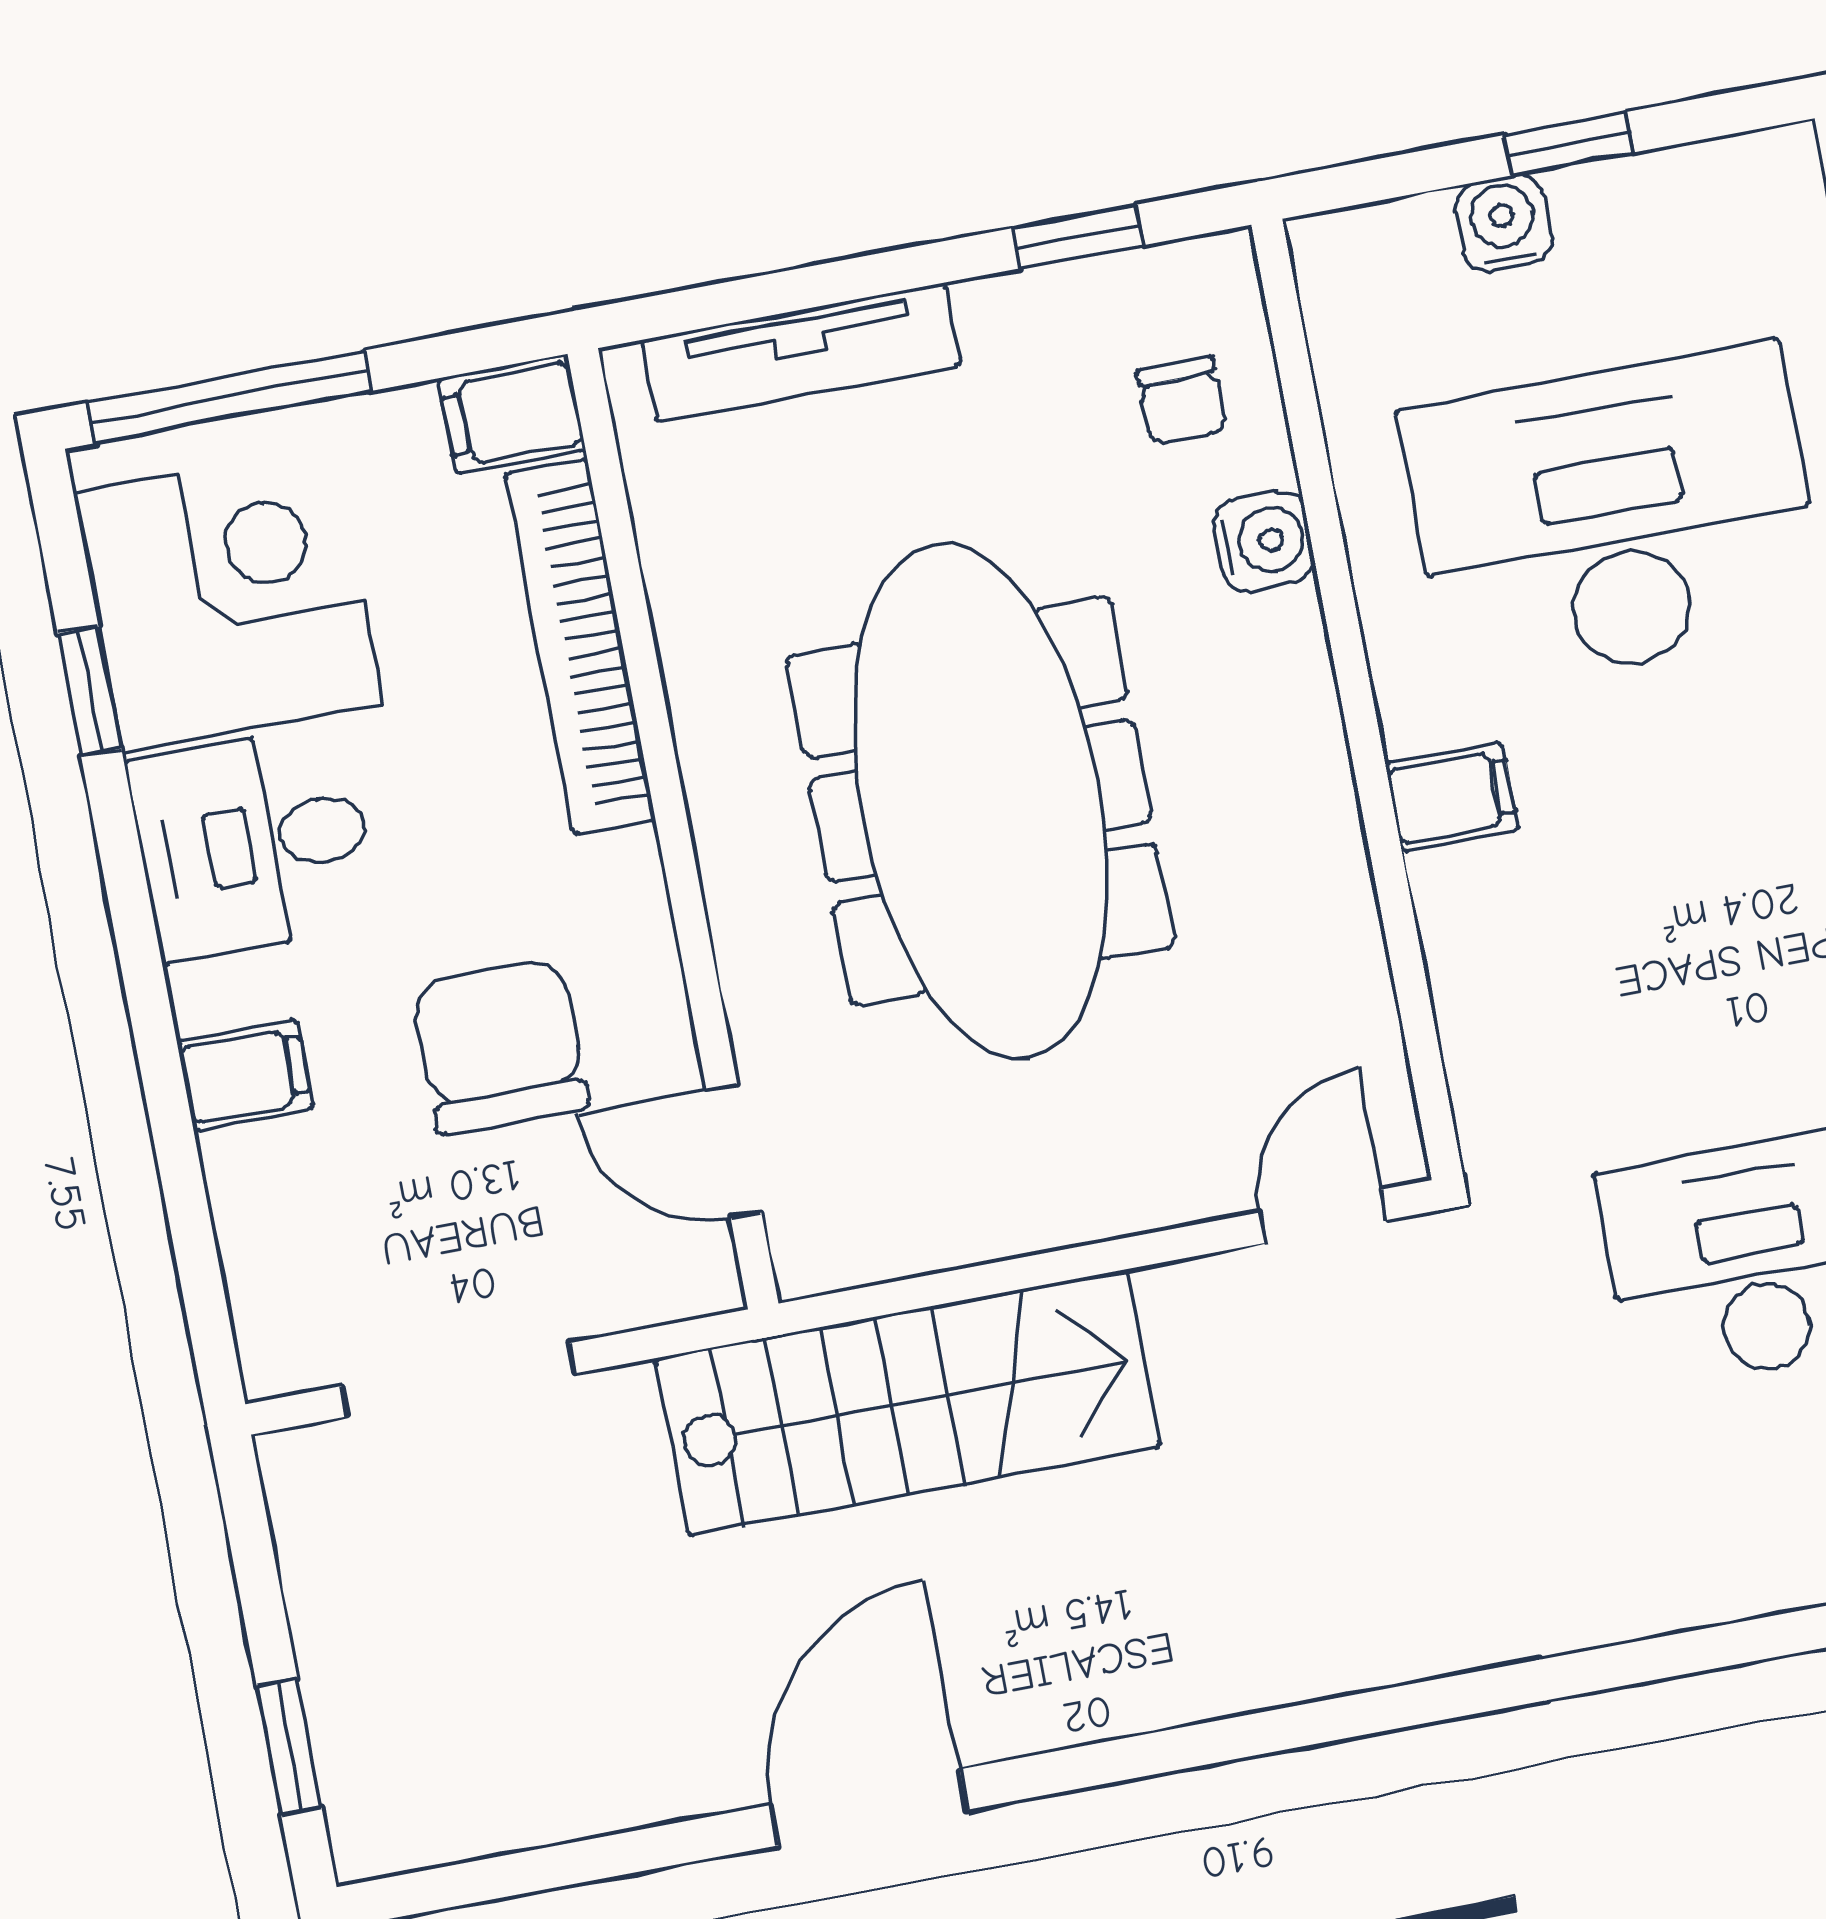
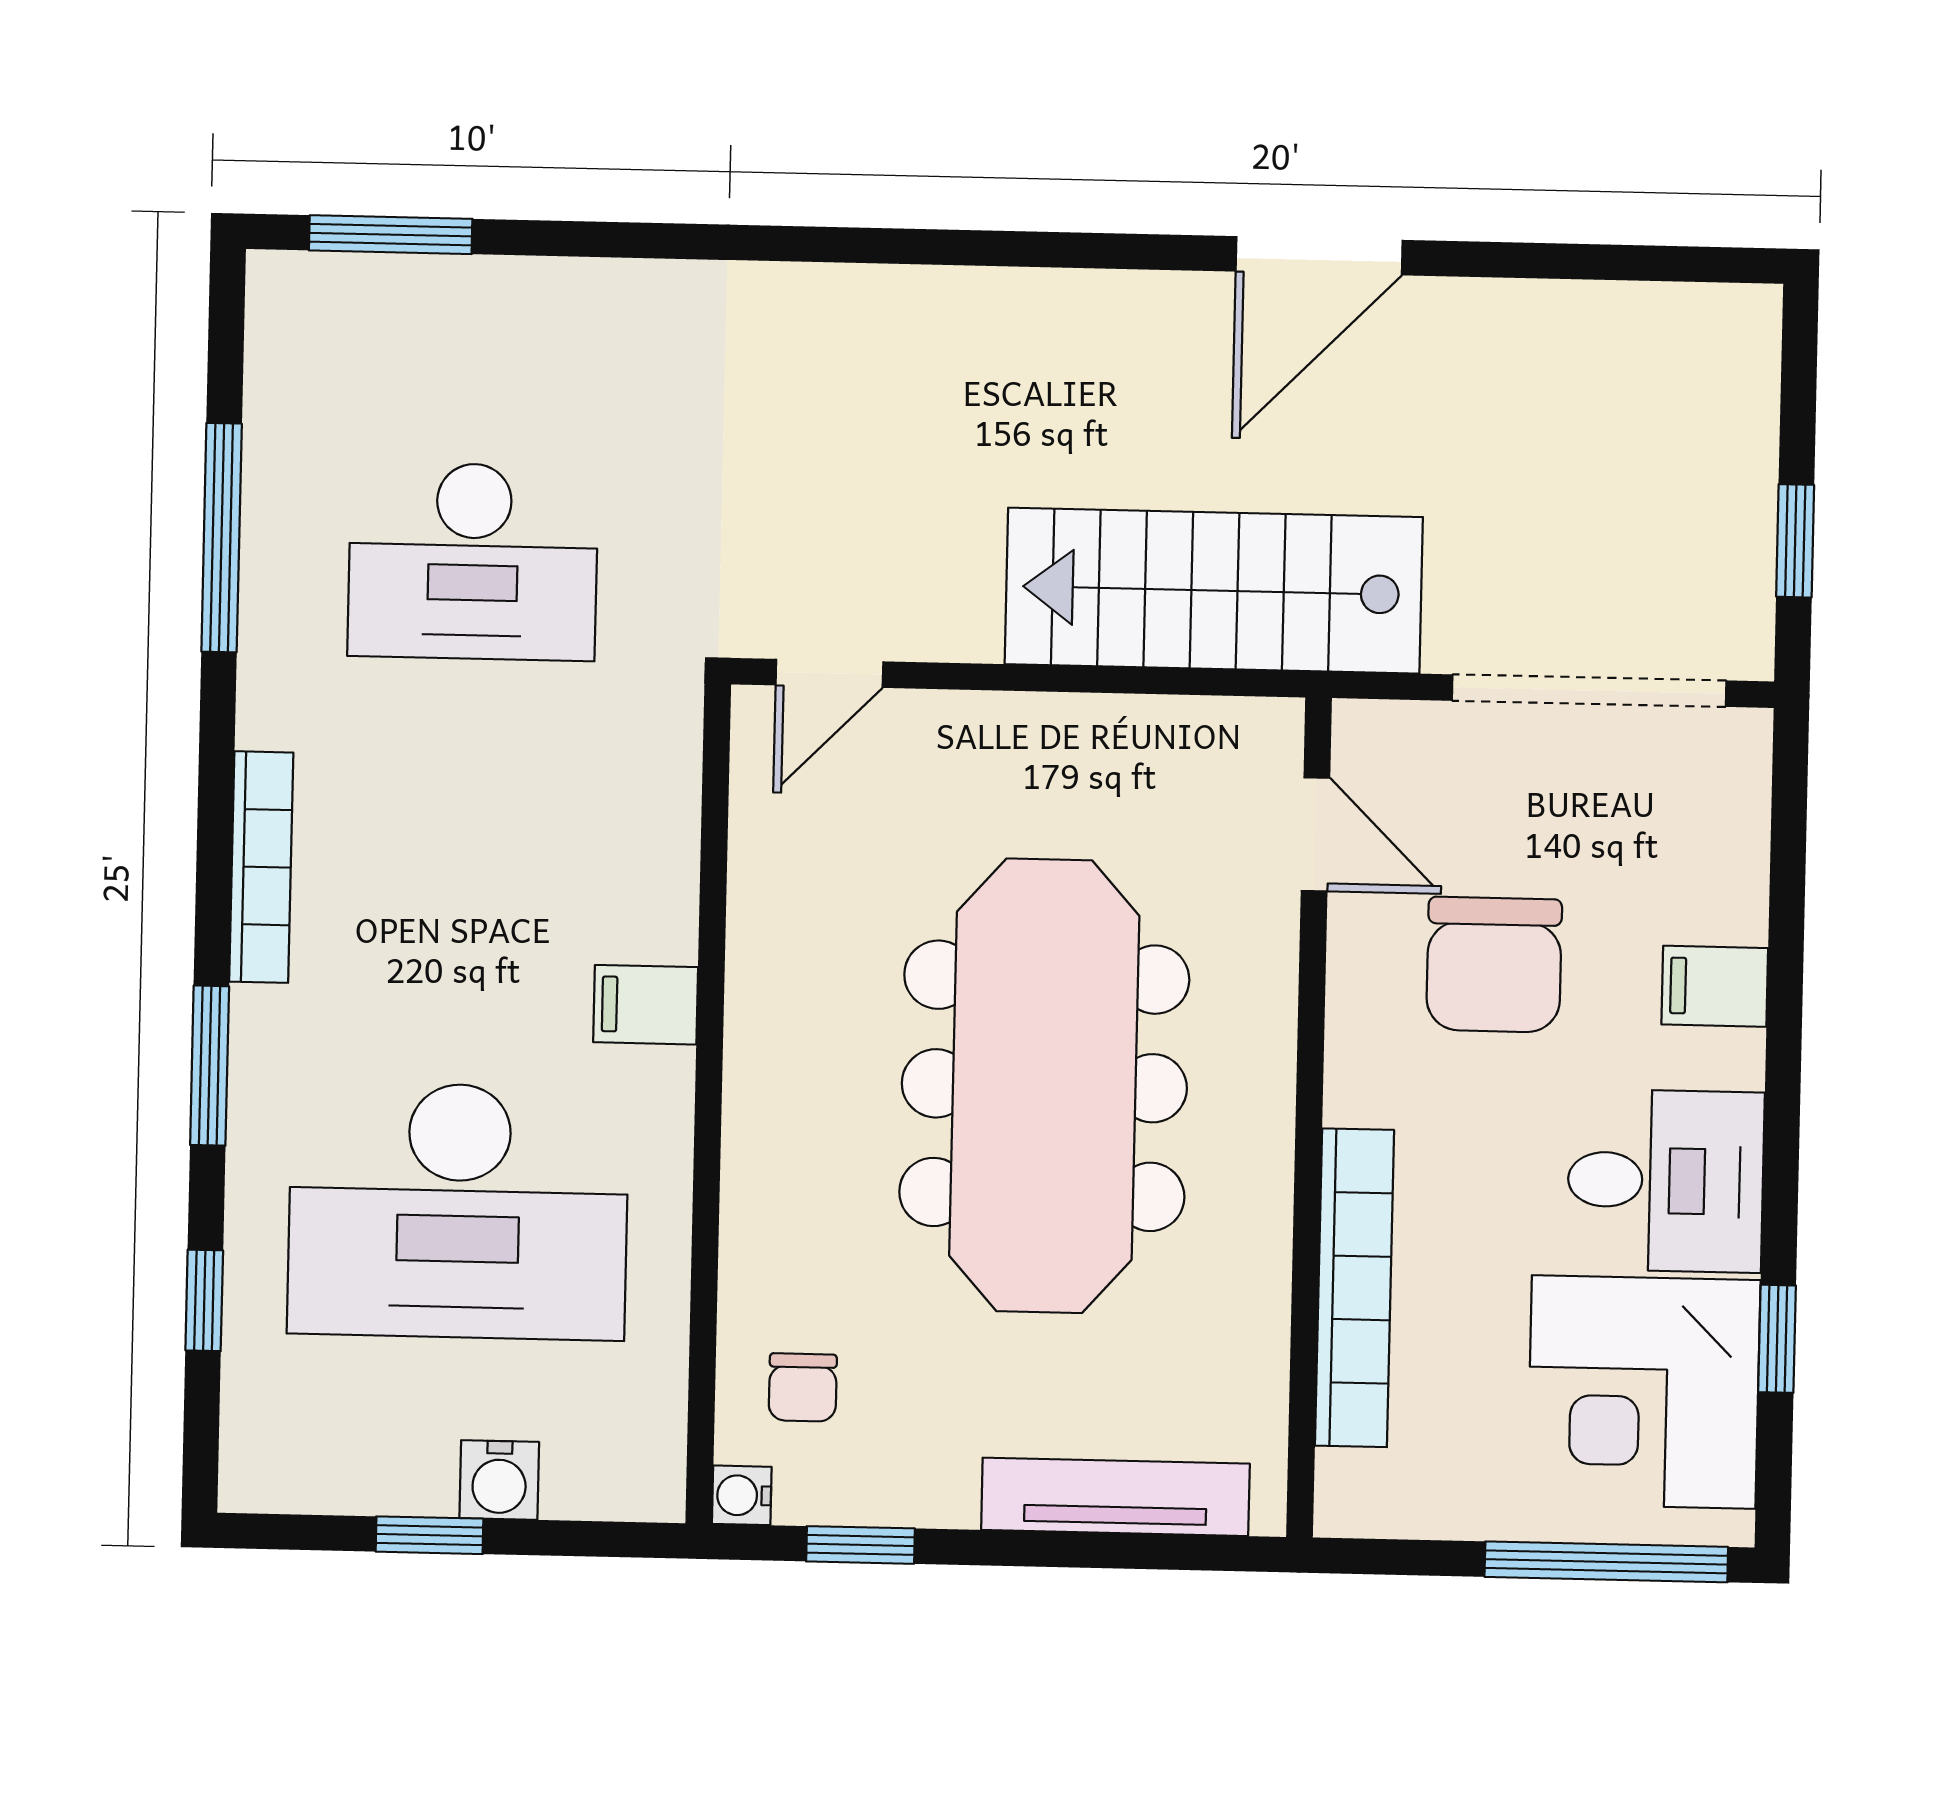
chair: (1182, 401) -> (803, 1387), turned 180
filing cabinet: (512, 414) -> (1370, 1496), removed
water cooler: (1264, 541) -> (742, 1495), moved, width x0.72, depth x0.72
doorway: (458, 1380) -> (1589, 691), width x1.36
window: (289, 1746) -> (1795, 541), moved

